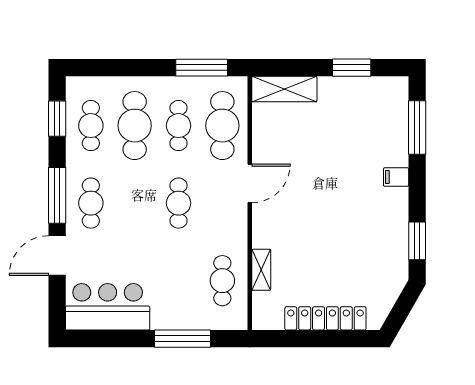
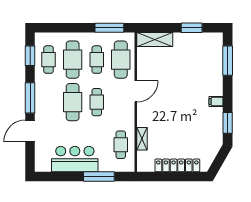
filing cabinet: (396, 177) -> (216, 102), moved
cafe table: (91, 203) -> (73, 102), moved, width x1.37, depth x1.35
bar counter: (108, 307) -> (75, 159), moved

